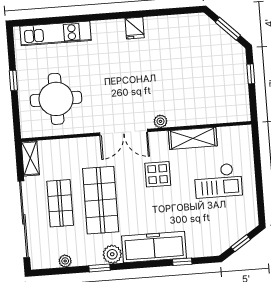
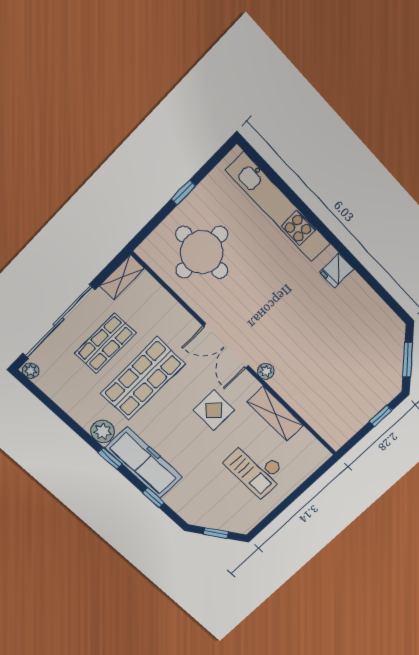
kitchen unit: (56, 33) -> (278, 207), width x1.36
plant: (65, 261) -> (31, 371), moved
window: (99, 268) -> (110, 458), moved

